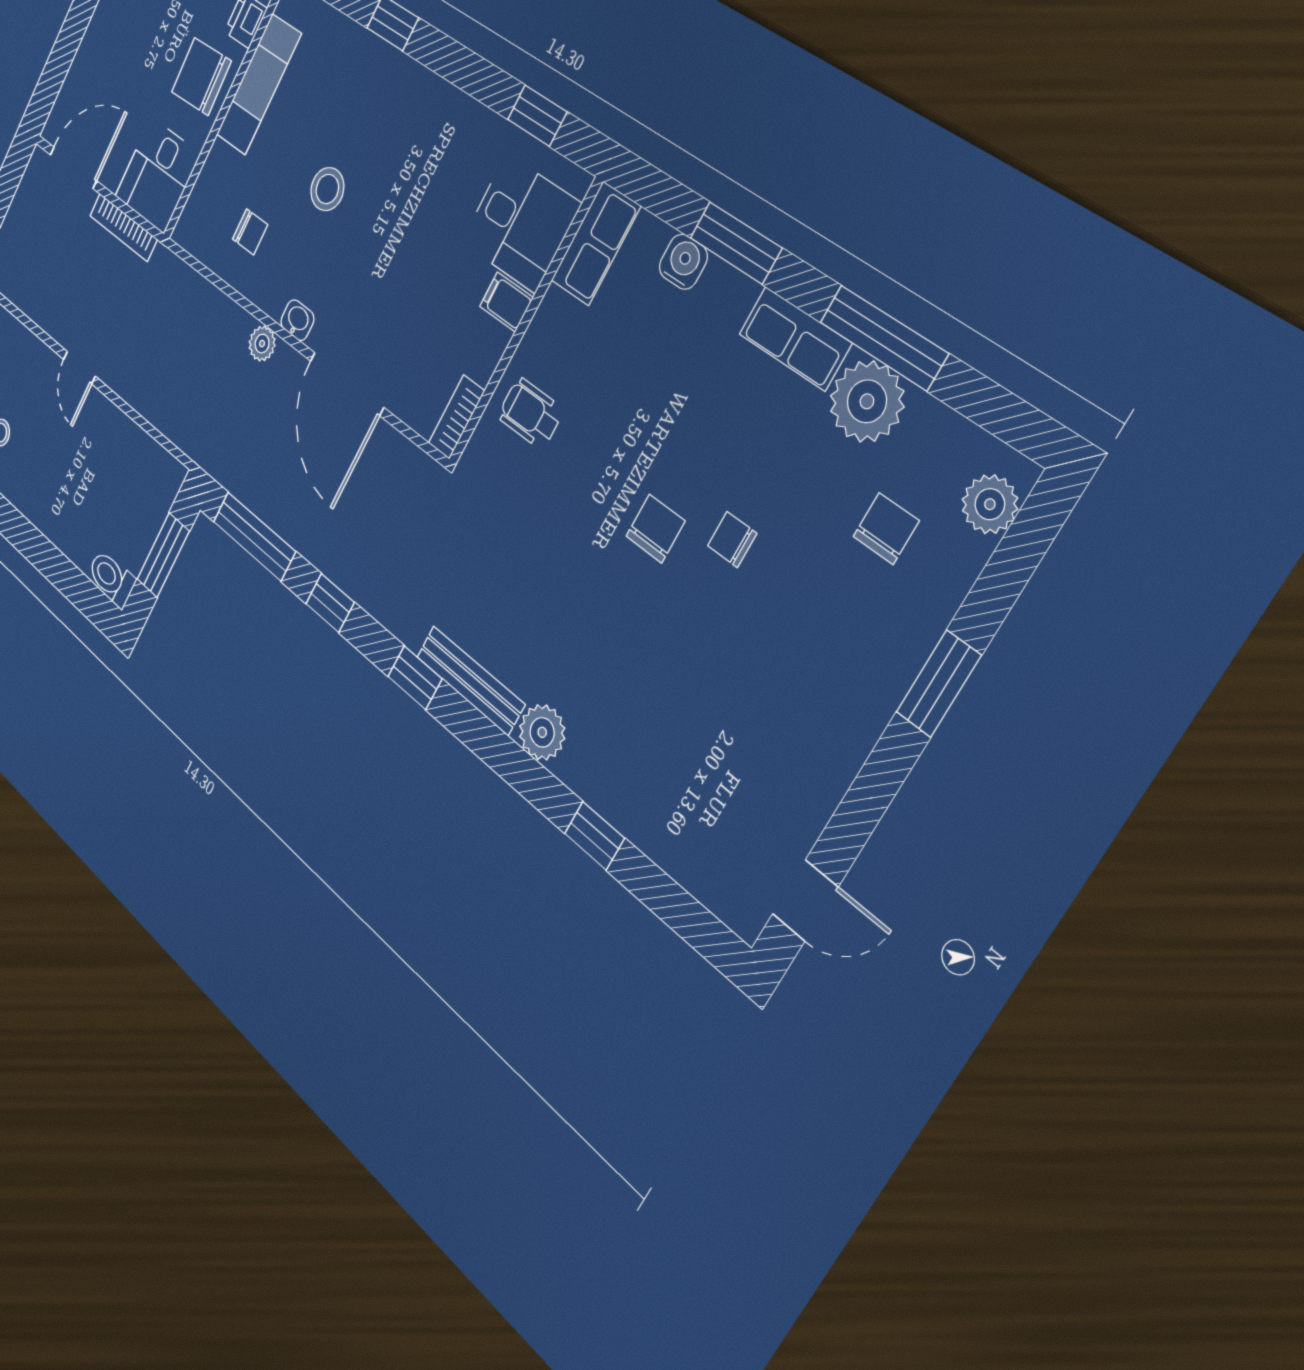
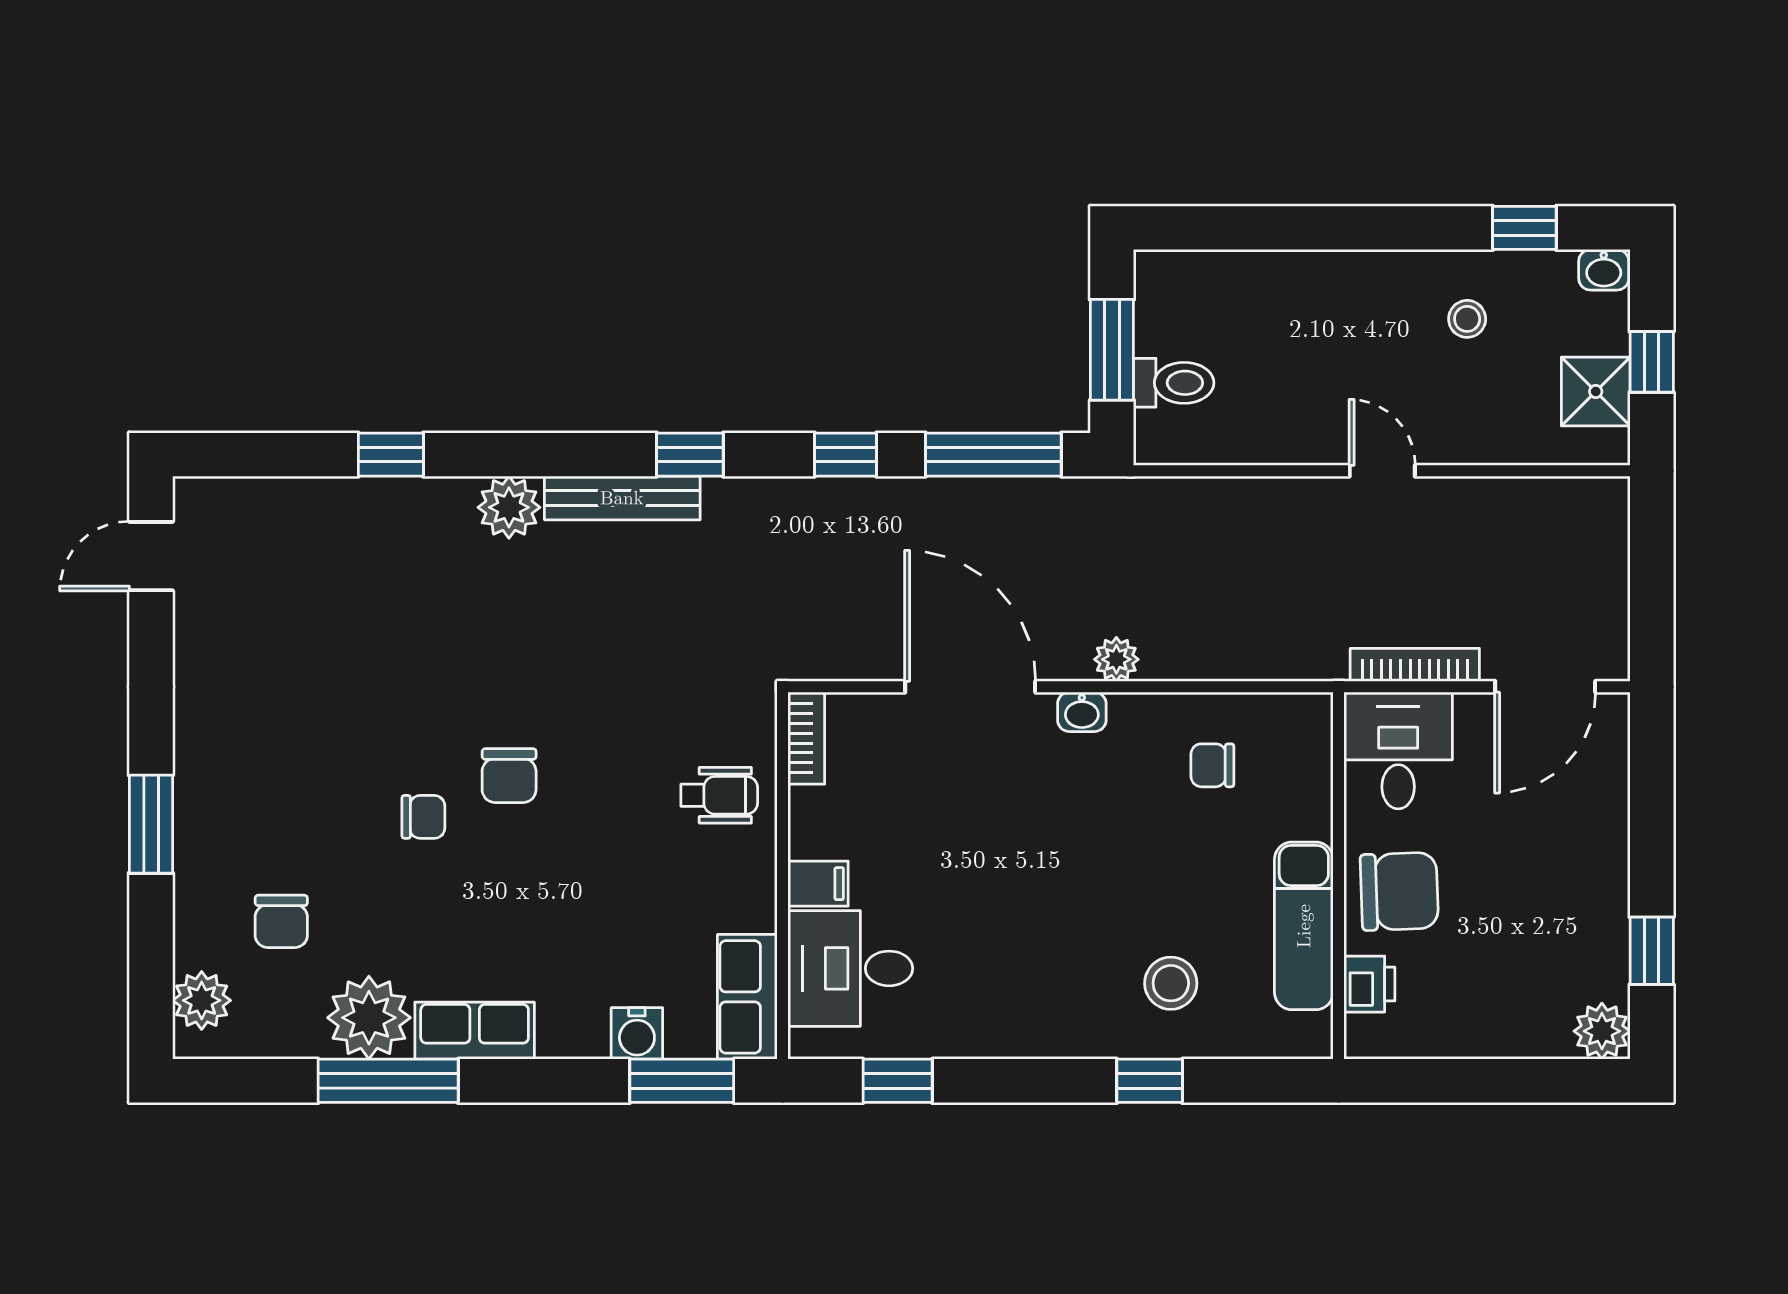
stool: (327, 189) -> (1171, 983), moved
window: (736, 243) -> (682, 1081), moved
toilet: (111, 578) -> (1174, 383), moved

